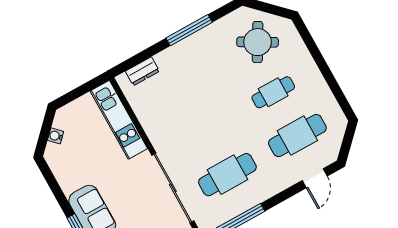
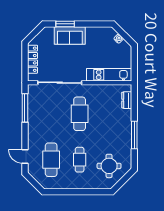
round table: (258, 42) -> (109, 166), turned -30
cafe table: (227, 175) -> (80, 114), moved

